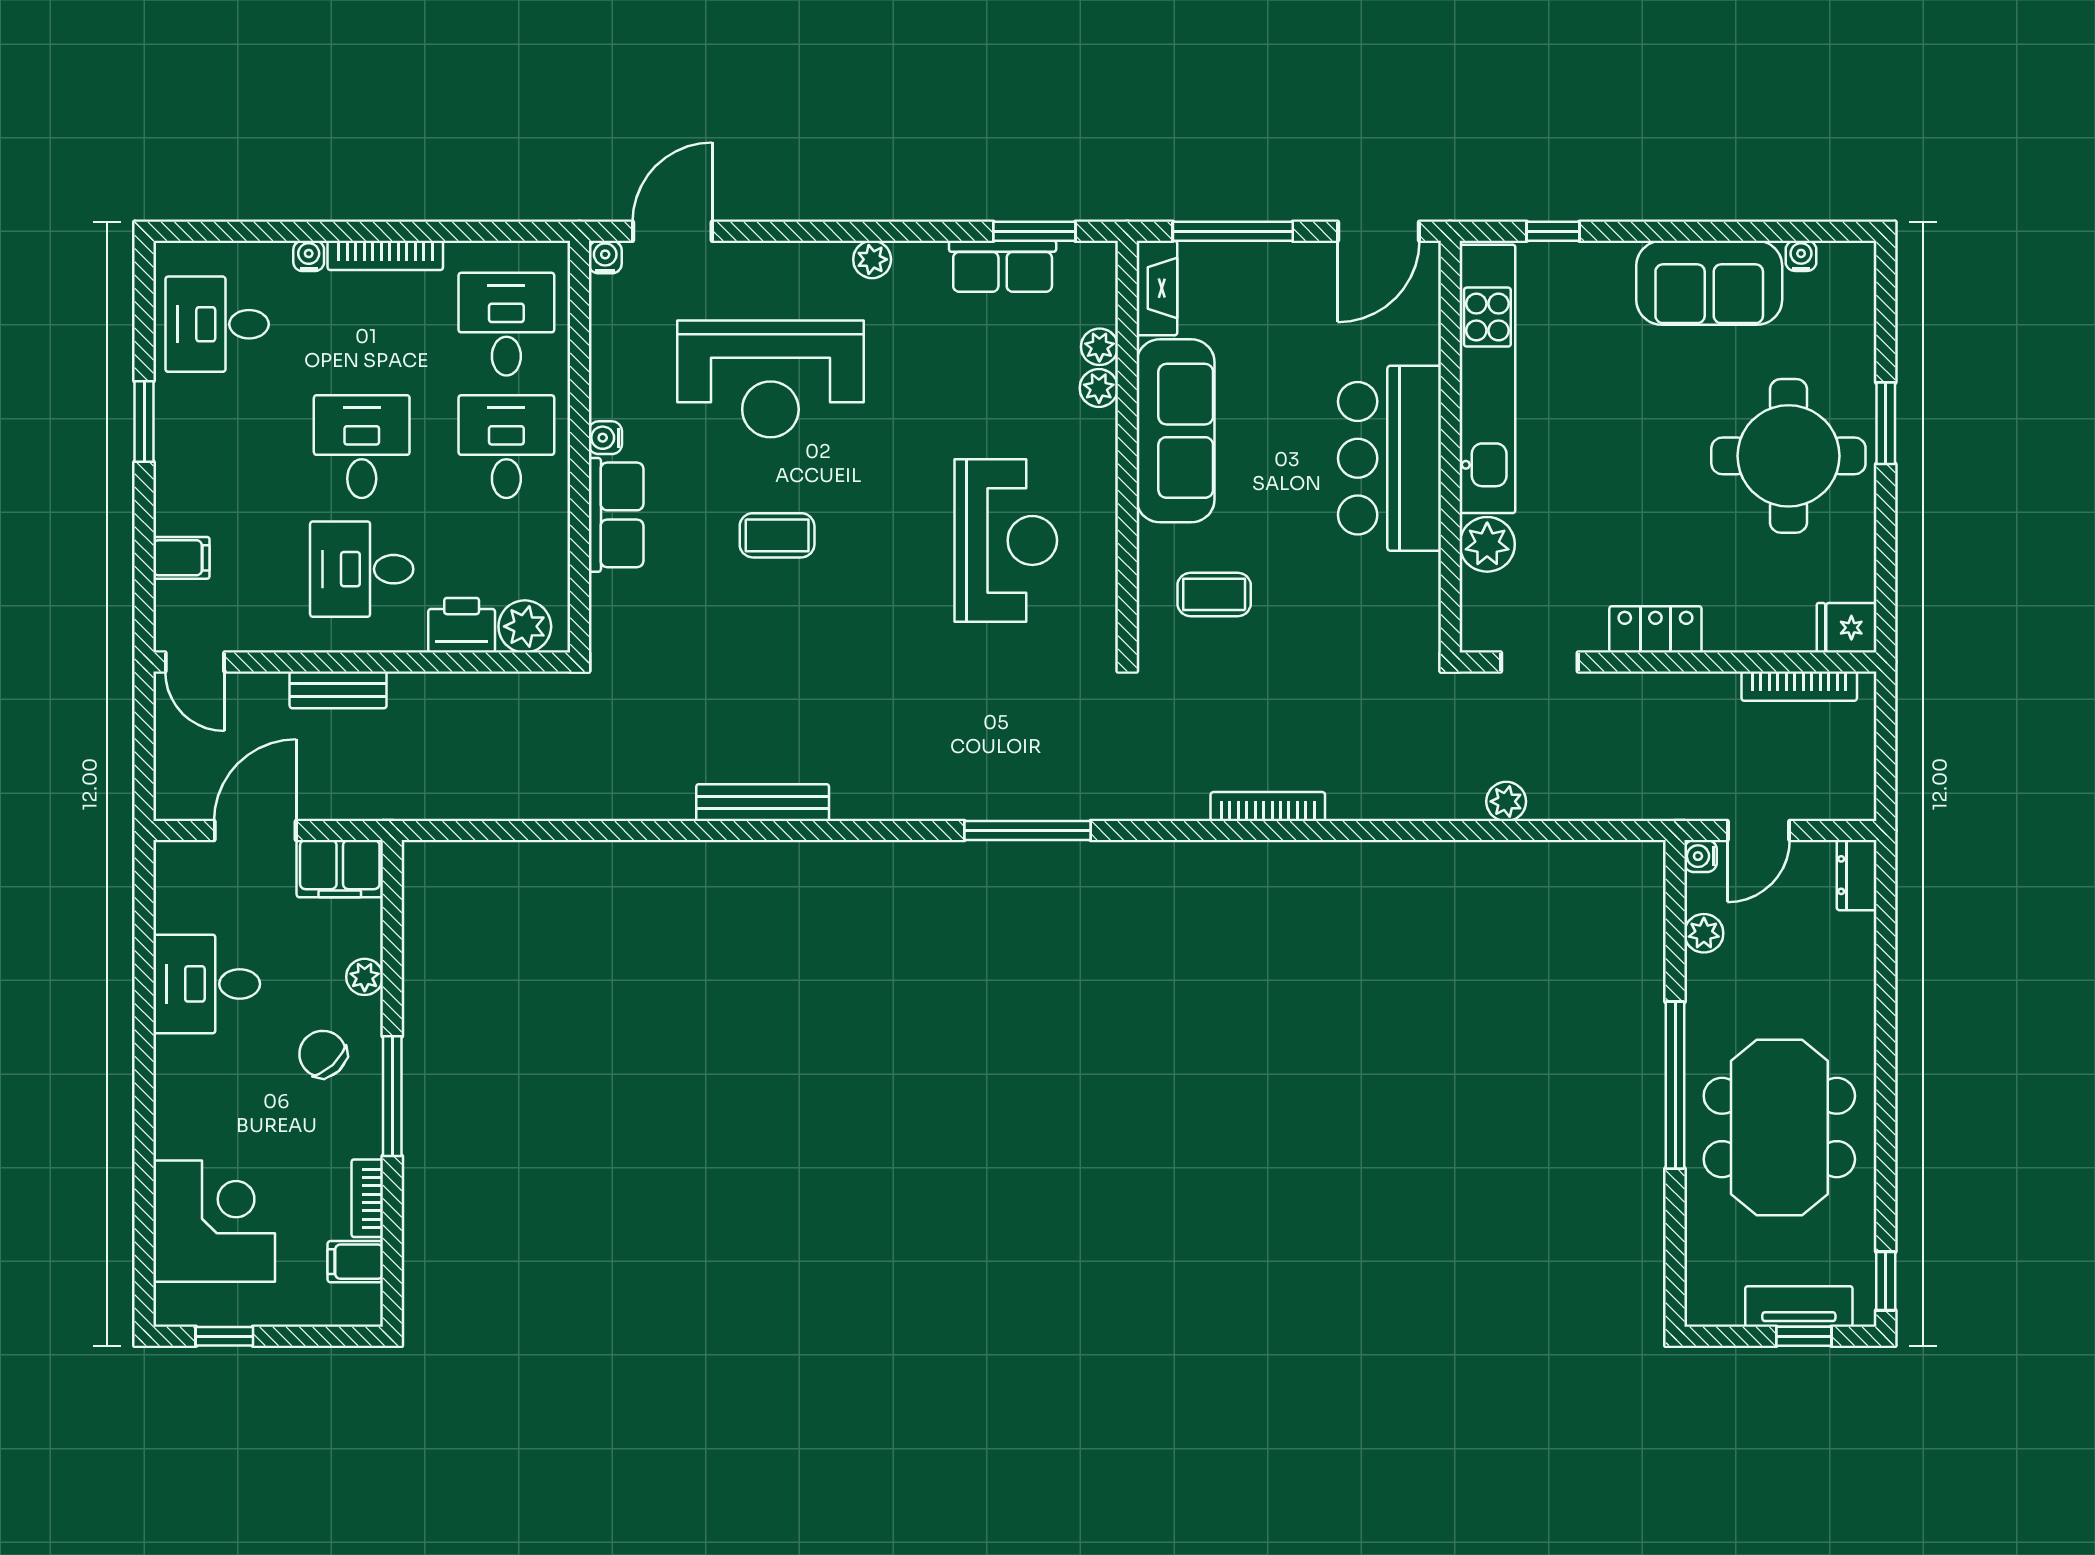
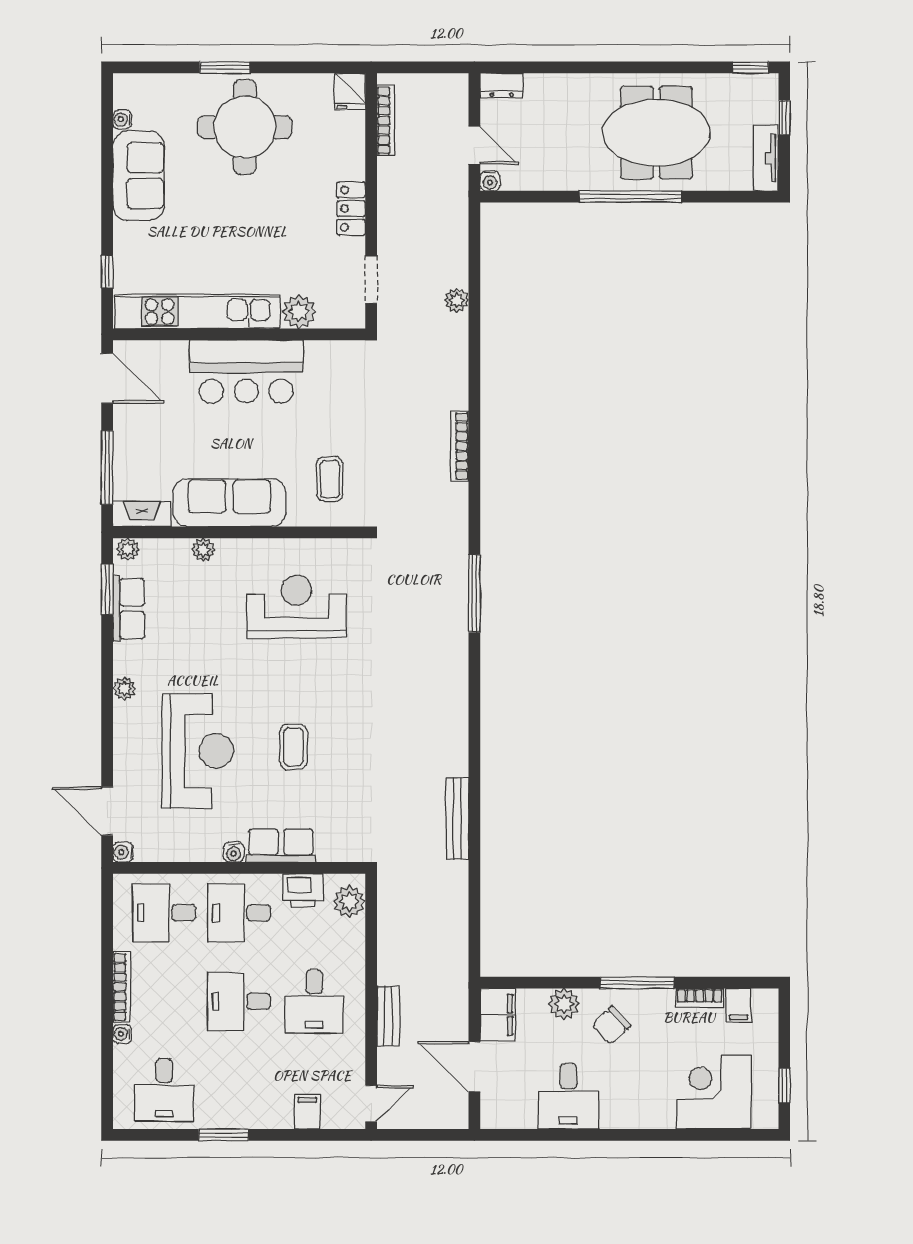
plant: (1099, 347) -> (128, 549), moved
printer: (462, 625) -> (303, 891), moved, turned -90
bench: (763, 803) -> (457, 819), moved
plant: (1704, 933) -> (537, 179), removed
plant: (365, 977) -> (564, 1004), width x1.38, depth x1.38
tv unit: (1799, 1306) -> (766, 158), moved

